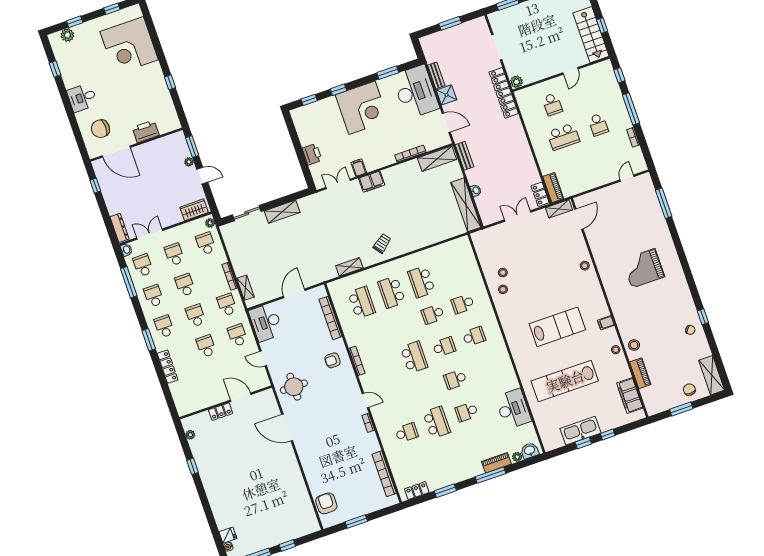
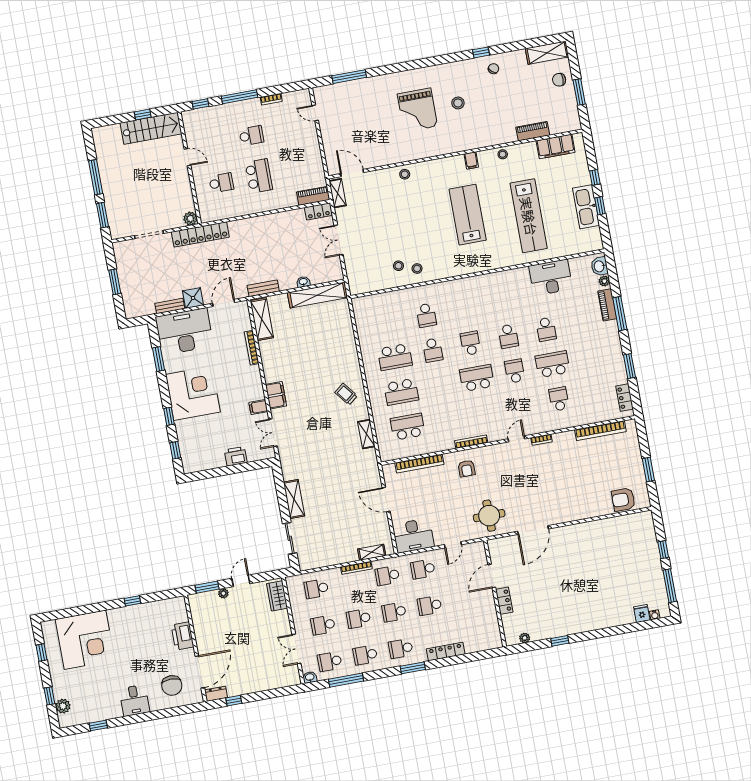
plant: (210, 223) -> (294, 580), removed
dresser: (119, 228) -> (216, 694), moved, width x0.70
school desk: (474, 336) -> (515, 371), moved
stool: (634, 345) -> (458, 103), moved

